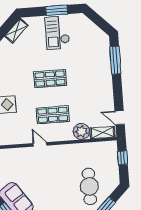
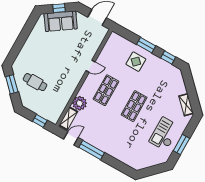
checkout: (57, 33) -> (164, 134), turned -90
window: (115, 60) -> (92, 150), moved
cafe table: (89, 186) -> (35, 82), width x0.73, depth x0.74

